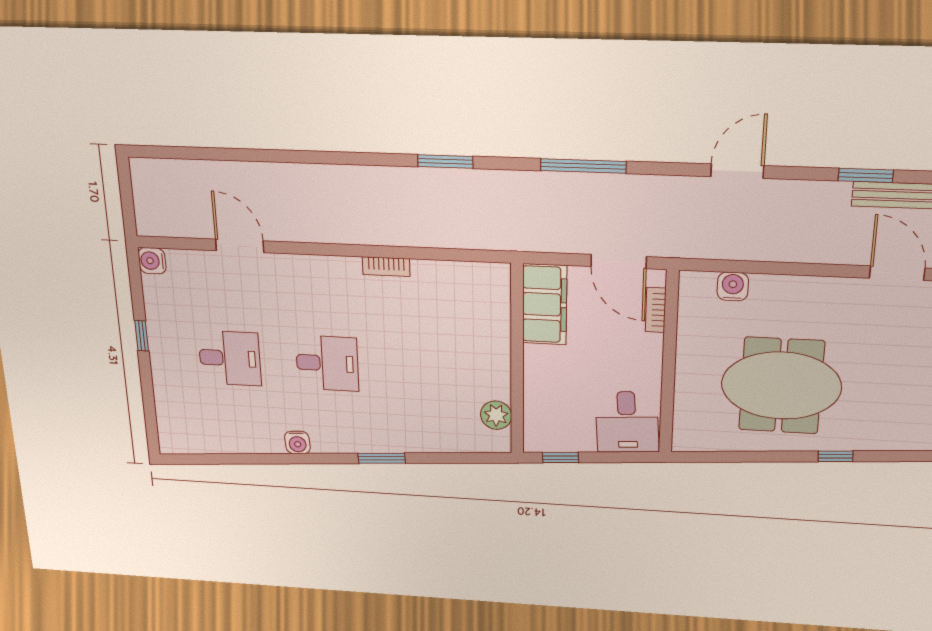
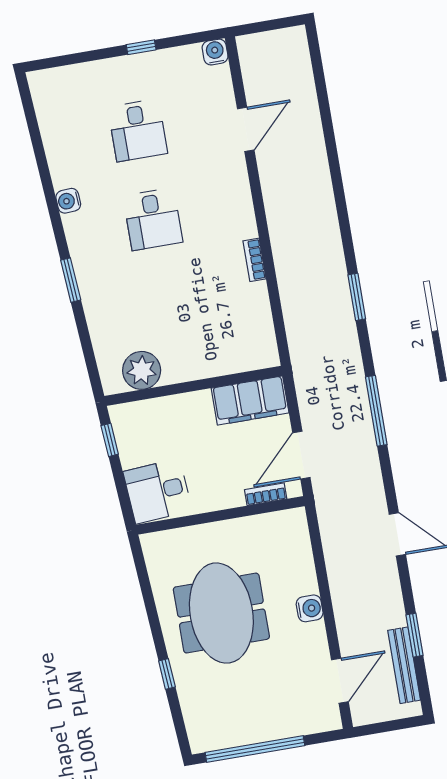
water cooler: (733, 286) -> (310, 608), moved
plant: (496, 415) -> (142, 370), width x1.36, depth x1.36

